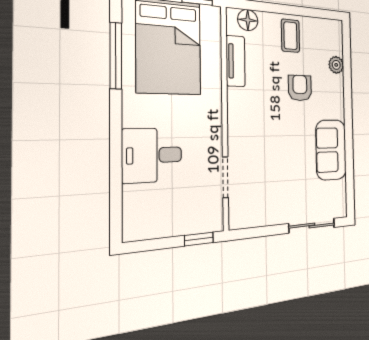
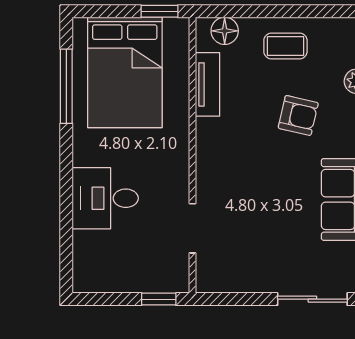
coffee table: (290, 36) -> (285, 46), turned 90
armchair: (300, 88) -> (298, 115), turned 103

